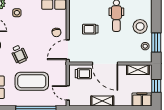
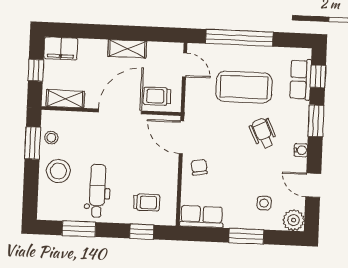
trolley: (90, 29) -> (147, 202), moved
door: (68, 50) -> (181, 137), swing flipped
door: (105, 64) -> (120, 111), hinge flipped

